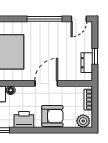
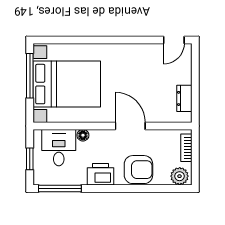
window: (45, 19) -> (128, 40), removed
window: (95, 56) -> (195, 90), removed
door: (46, 83) -> (130, 126), hinge flipped

